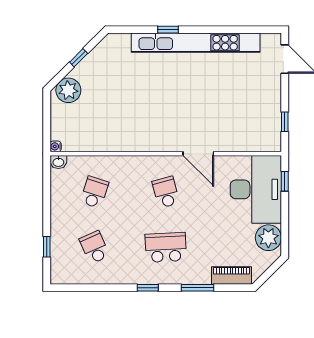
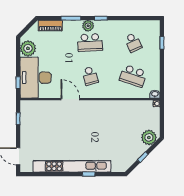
school desk: (94, 192) -> (133, 76), width x1.85
plant: (169, 275) -> (88, 26), added

